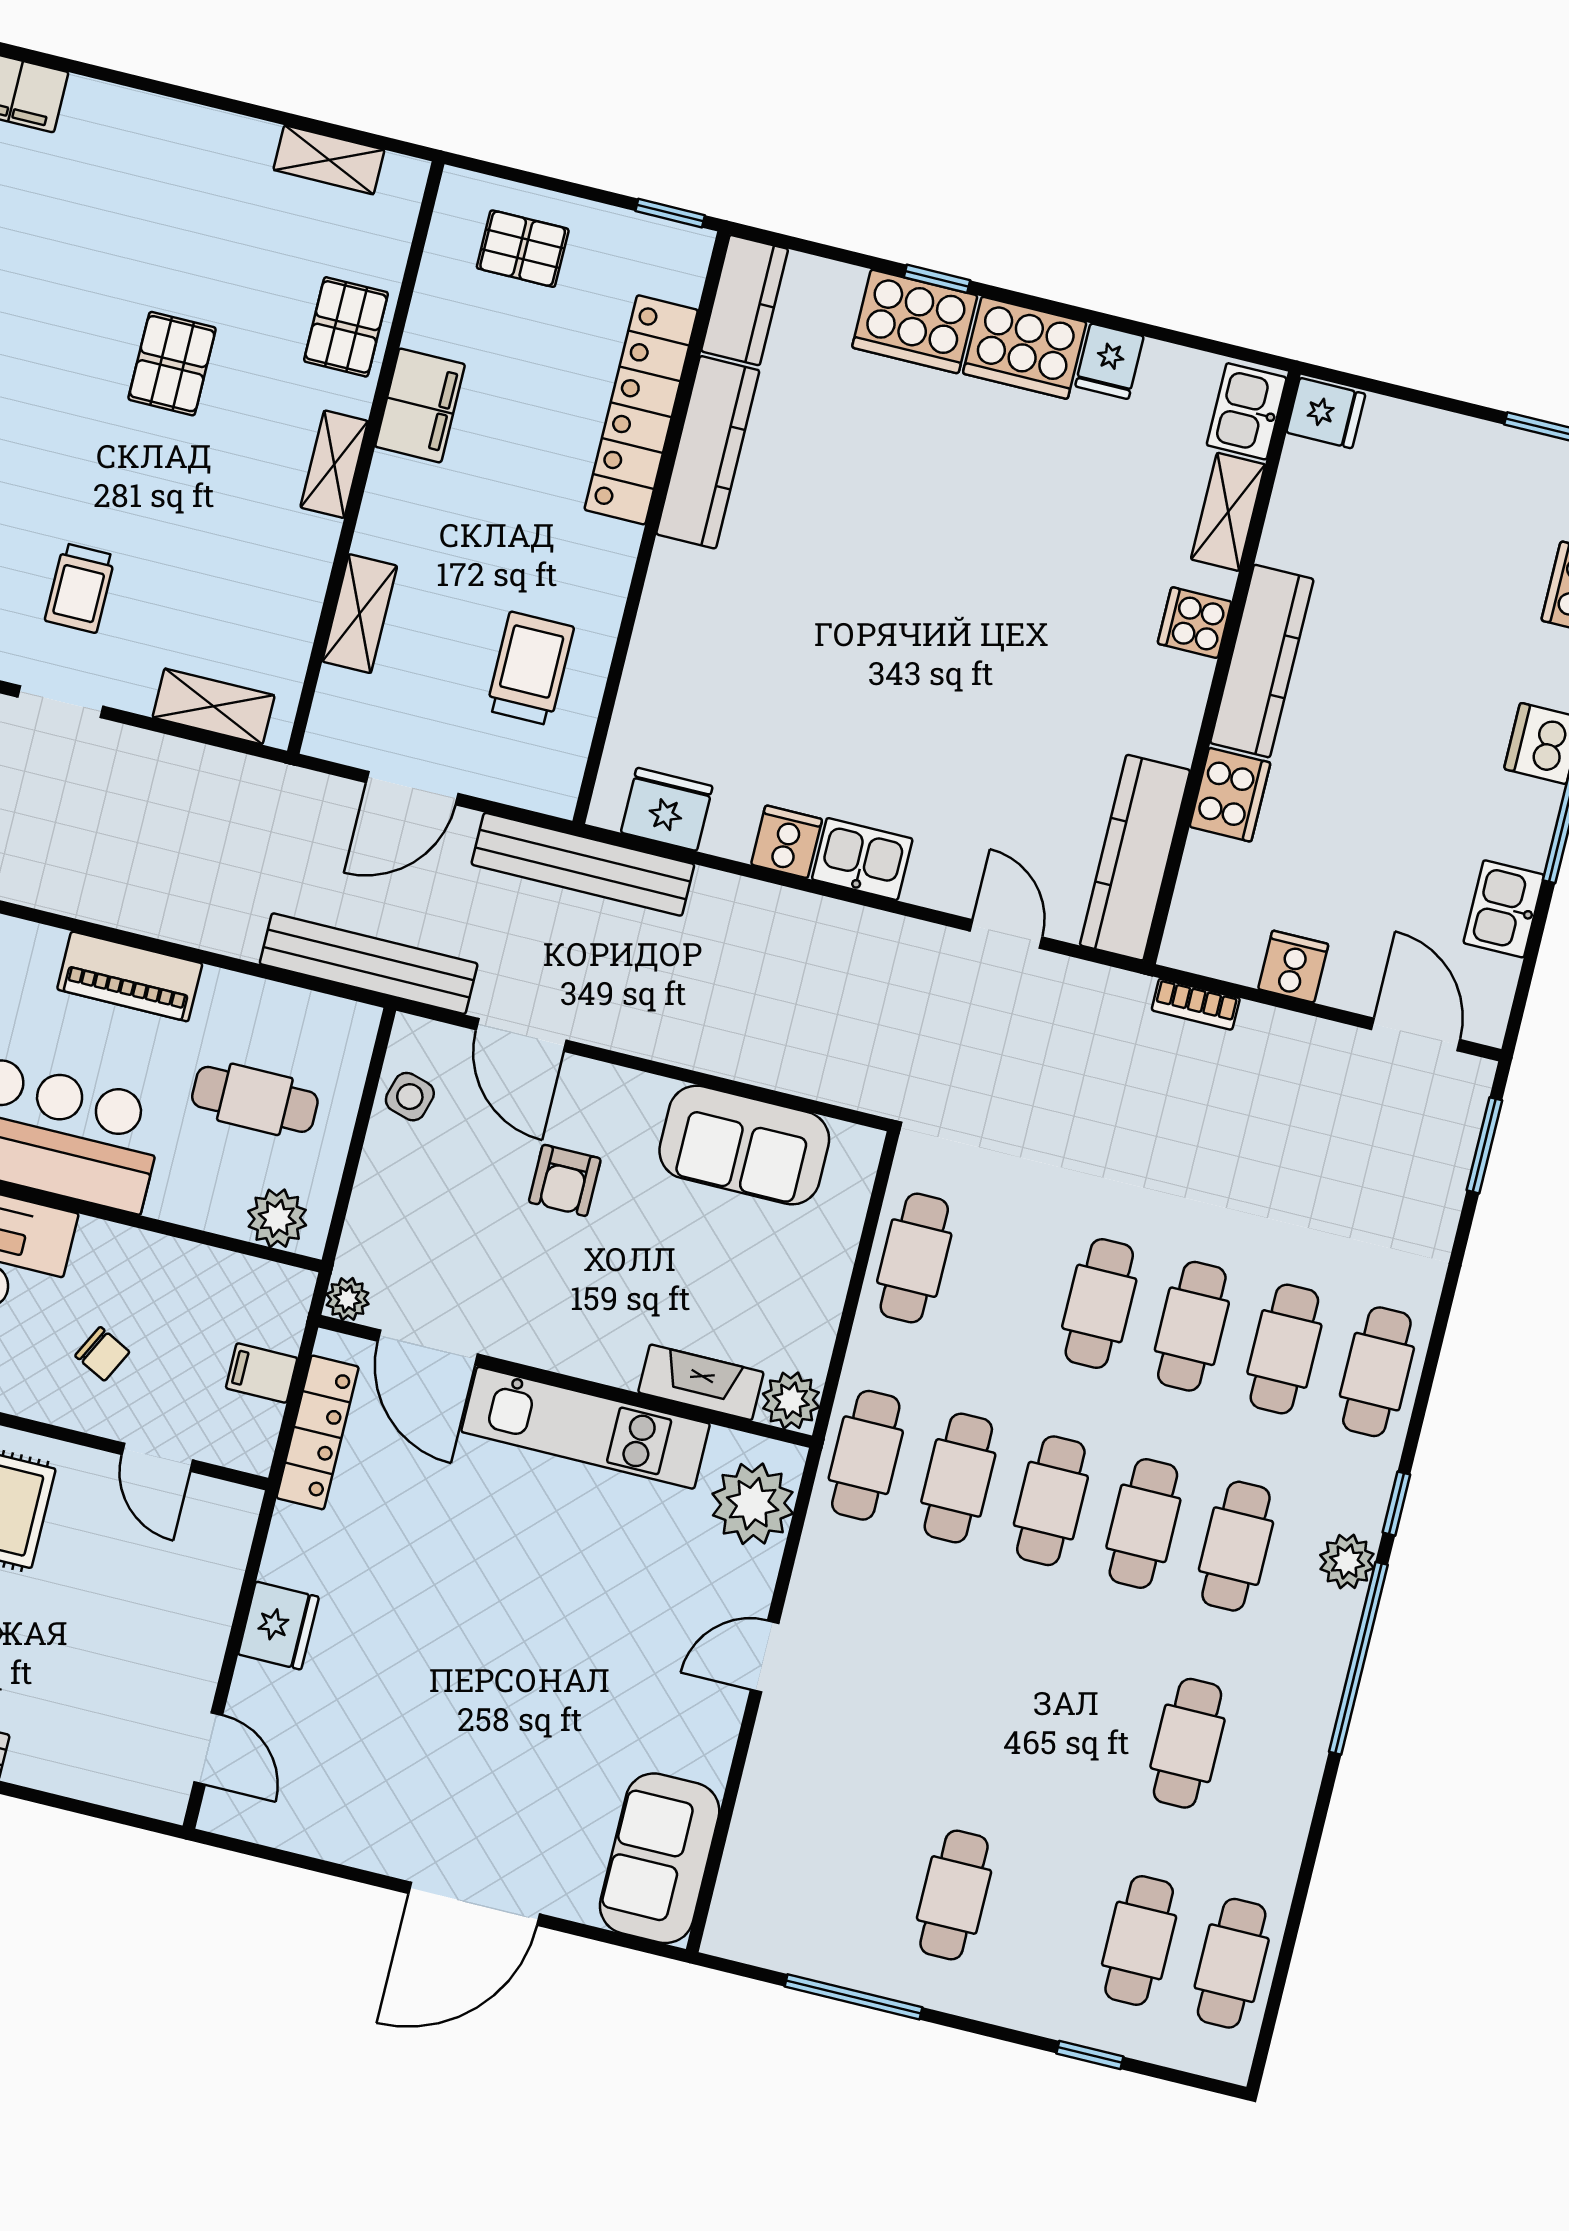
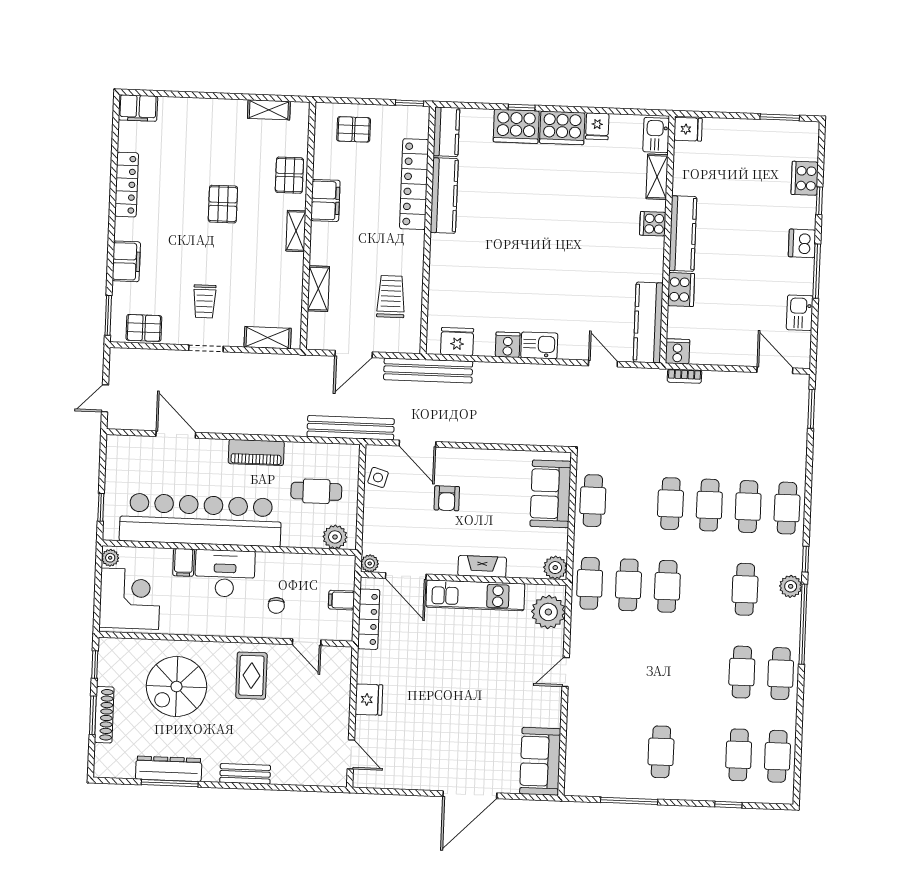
cooker: (1293, 967) -> (677, 351), moved
sofa: (744, 1145) -> (551, 494), moved, turned 90
chair: (102, 1354) -> (276, 605), turned 63
fireplace: (701, 1382) -> (482, 566), moved
cafe table: (1143, 1523) -> (781, 674), moved

